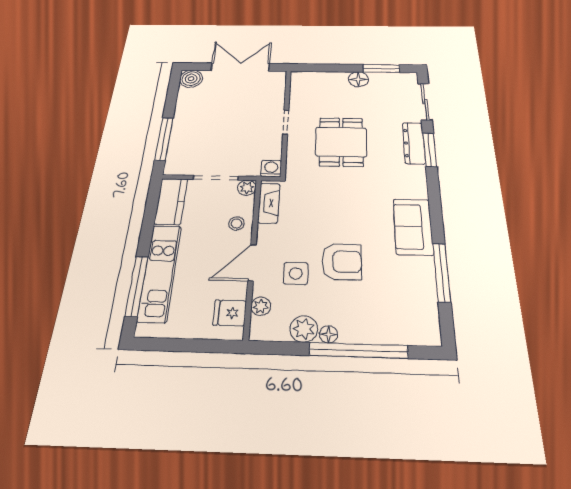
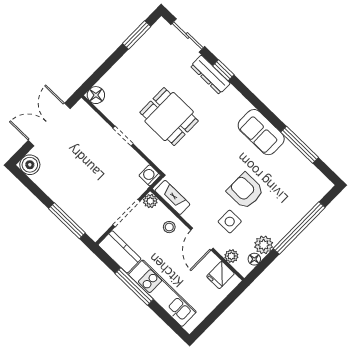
floor lamp: (358, 79) -> (96, 95), moved
window: (430, 150) -> (223, 70), width x0.67
armchair: (342, 262) -> (245, 191), turned -90
window: (137, 286) -> (134, 286), moved
floor lamp: (329, 334) -> (254, 259), moved

